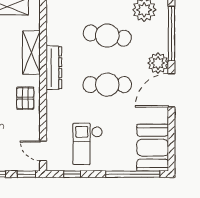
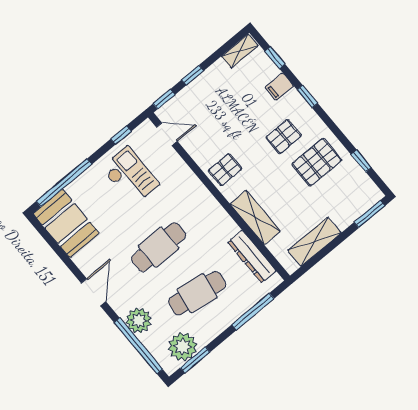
plant: (158, 63) -> (139, 320), moved
dresser: (54, 68) -> (252, 257), moved
door: (171, 90) -> (93, 292), width x0.73
pallet: (25, 98) -> (225, 170), turned 90

